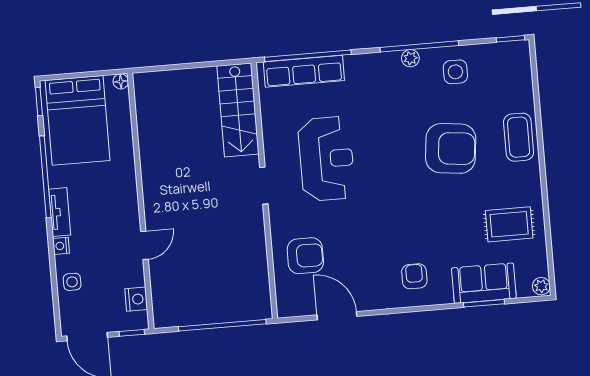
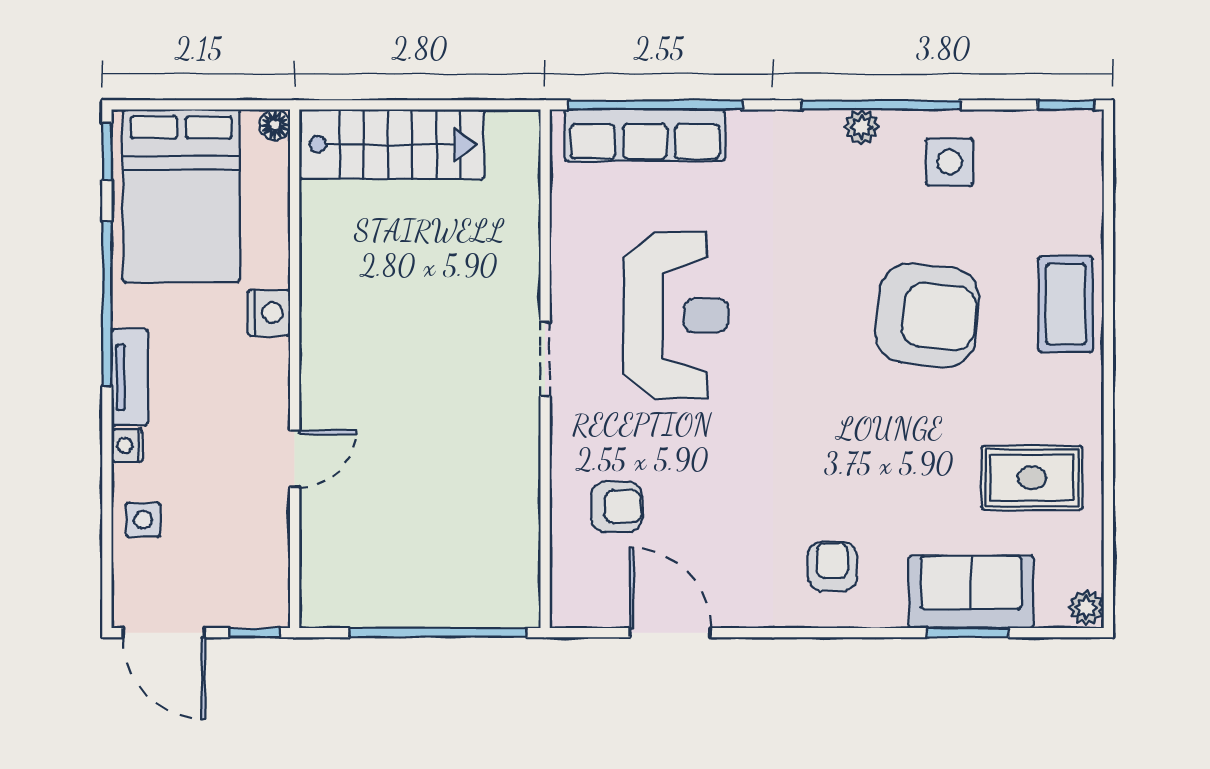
stairs: (238, 110) -> (392, 144), moved, turned -90
armchair: (305, 256) -> (617, 507), width x0.72, depth x0.72
nightstand: (136, 299) -> (269, 313), moved

